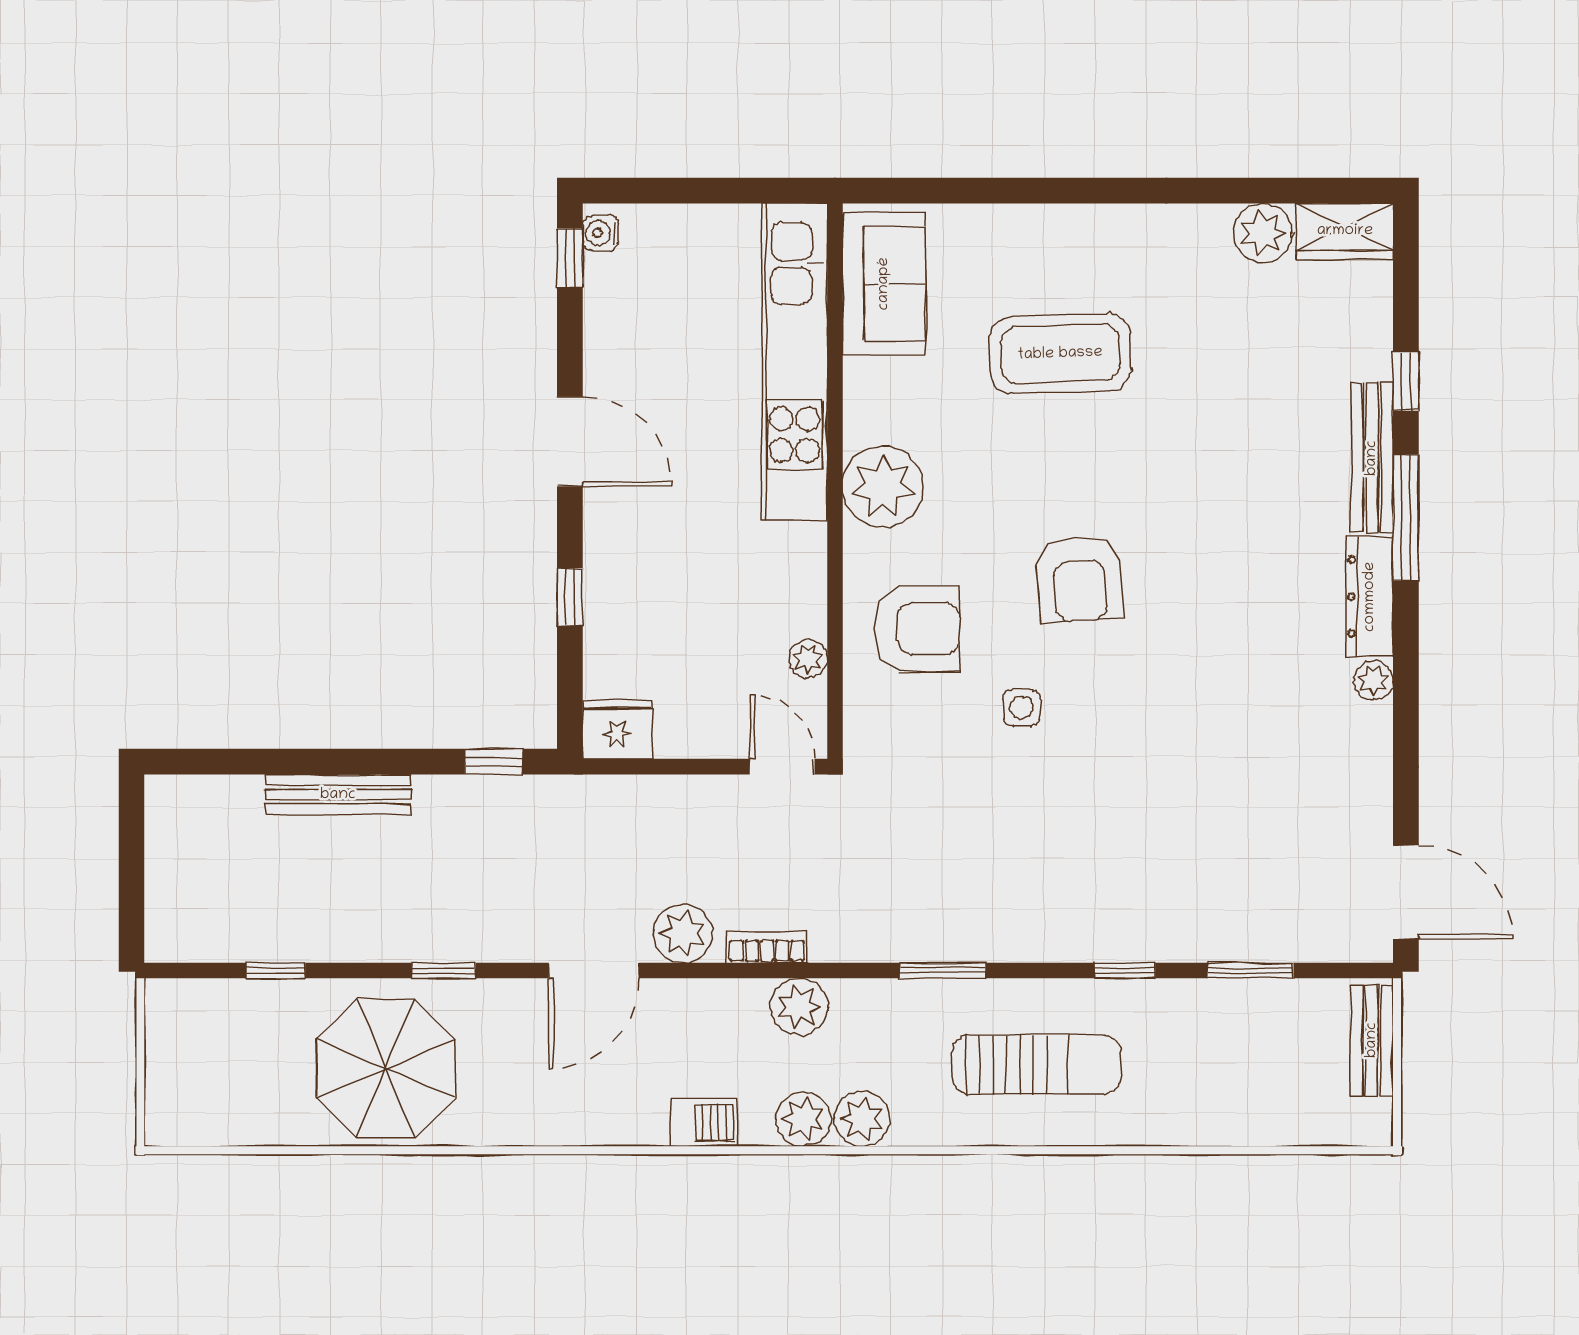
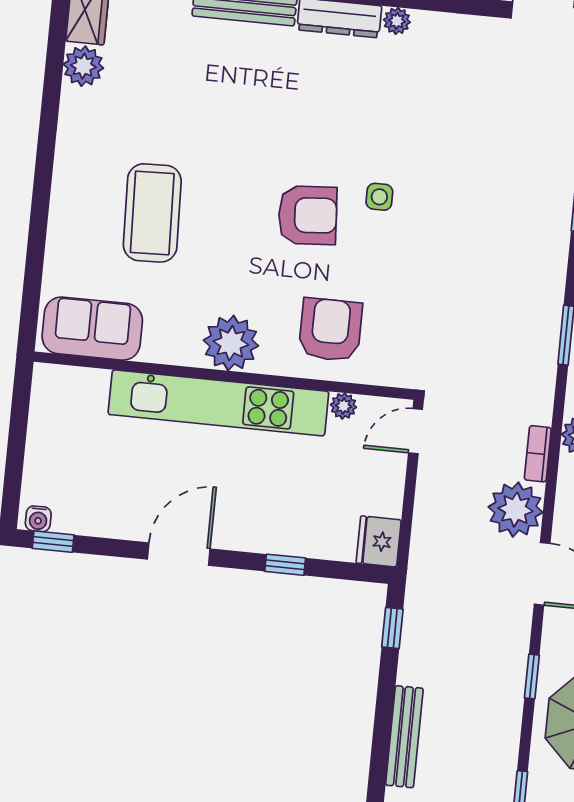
kitchen unit: (795, 362) -> (218, 403), moved
side table: (1021, 707) -> (379, 197), moved
plant: (683, 933) -> (516, 510), width x1.36, depth x1.36

